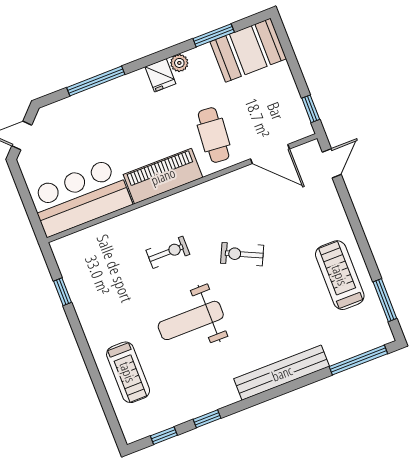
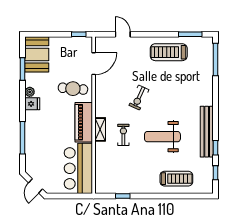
door: (332, 163) -> (123, 34), moved
shelving: (162, 209) -> (100, 129), added
weight bench: (191, 320) -> (162, 137), turned 90
bench: (282, 373) -> (207, 132), moved

